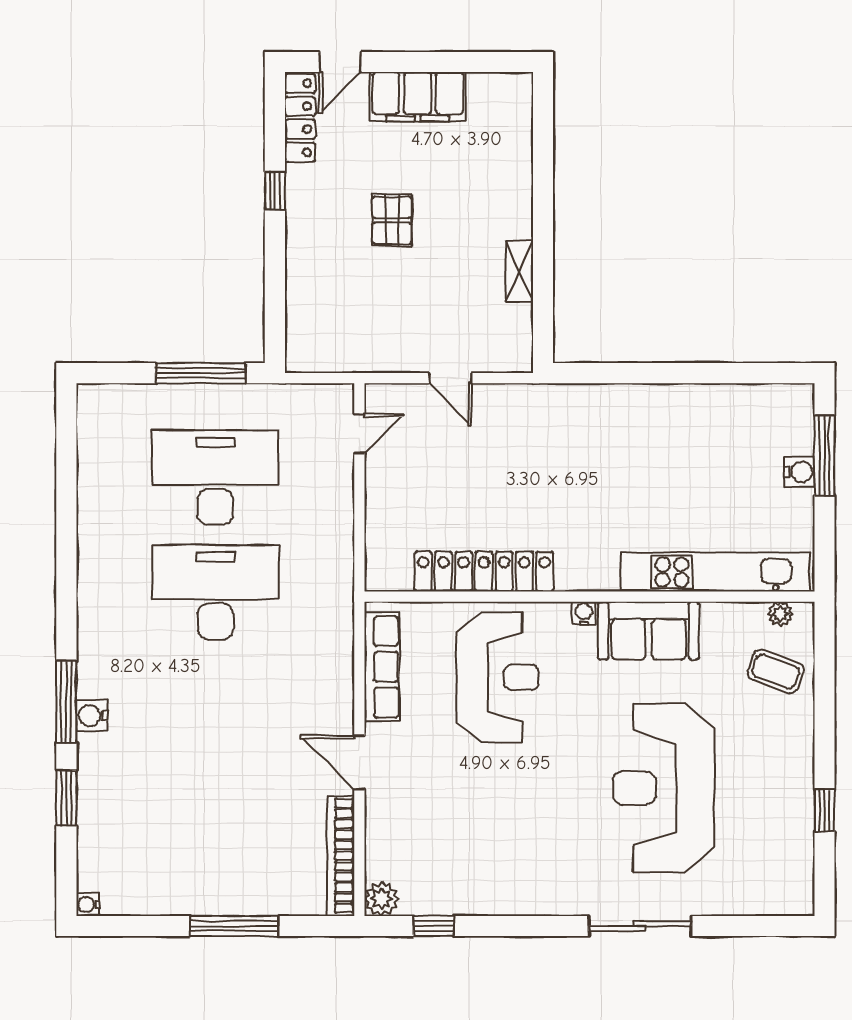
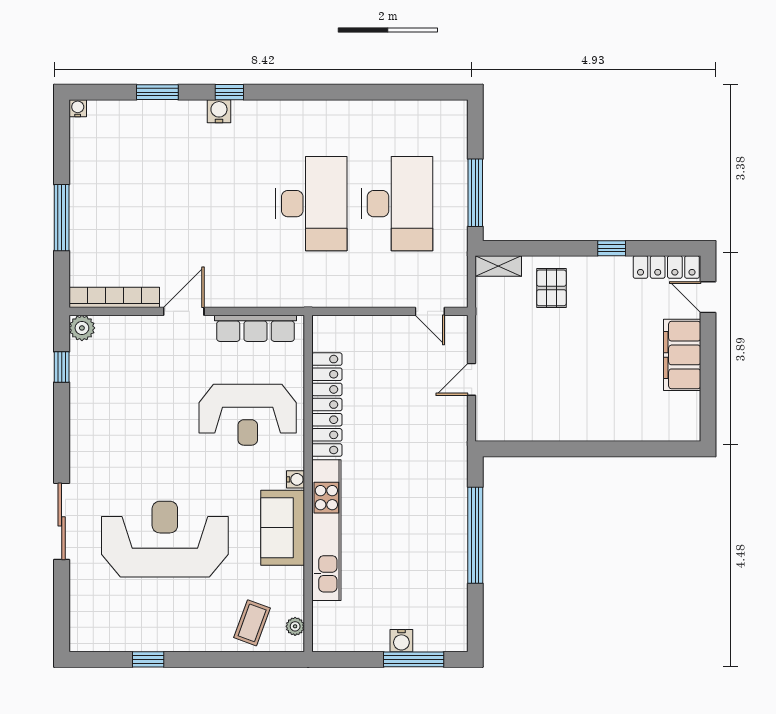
pallet: (392, 220) -> (551, 288), moved, turned 90
shelving: (519, 271) -> (498, 266), moved
window: (659, 373) -> (475, 535), added
kitchen unit: (715, 572) -> (326, 530), moved
window: (66, 702) -> (229, 92), width x0.46

